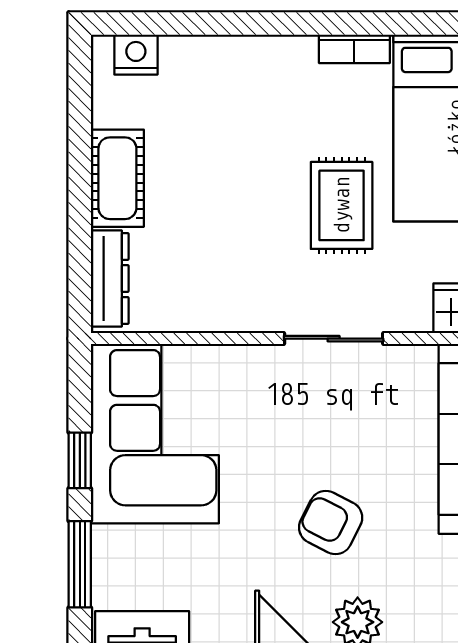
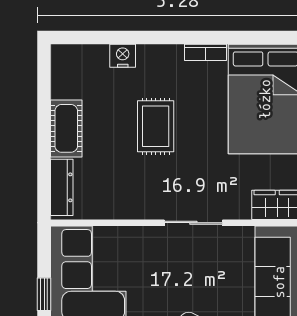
nightstand: (136, 55) -> (123, 56), moved
rug: (342, 205) -> (156, 126), moved

